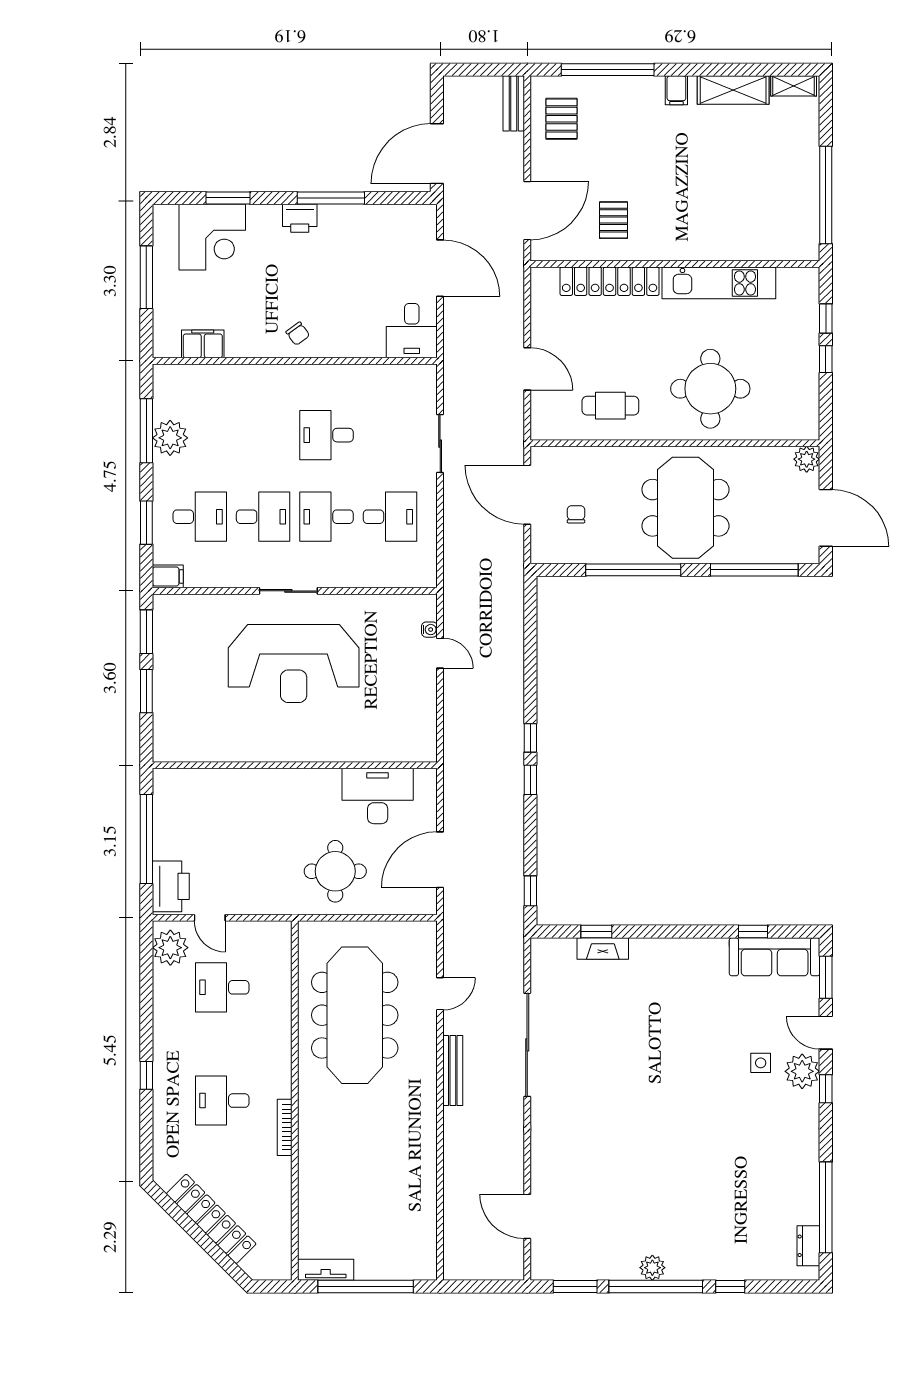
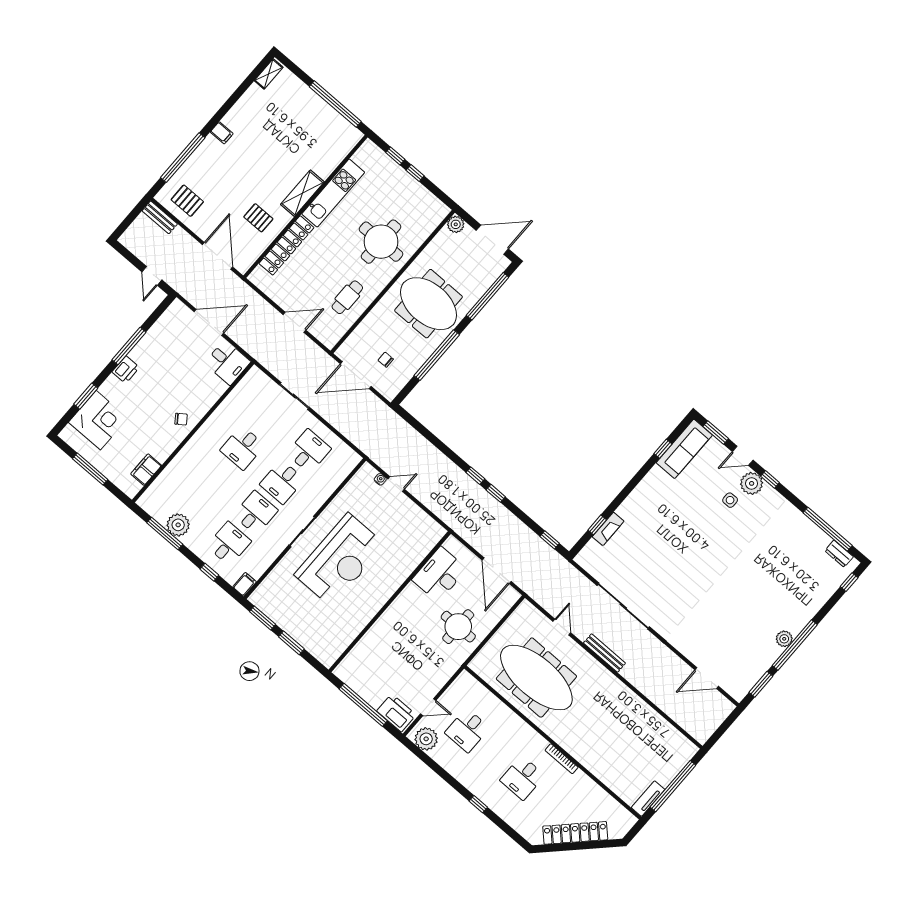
shelving: (733, 90) -> (302, 193), moved
door: (437, 154) -> (152, 276), width x0.53
window: (146, 523) -> (209, 572), width x0.67
window: (730, 1286) -> (849, 582), moved

